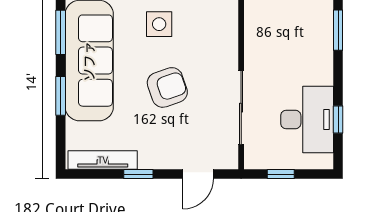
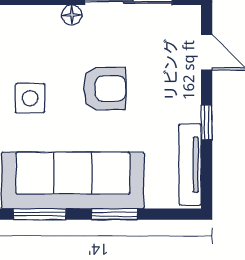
floor lamp: (230, 60) -> (72, 15), added
armchair: (167, 87) -> (105, 89), turned 109

